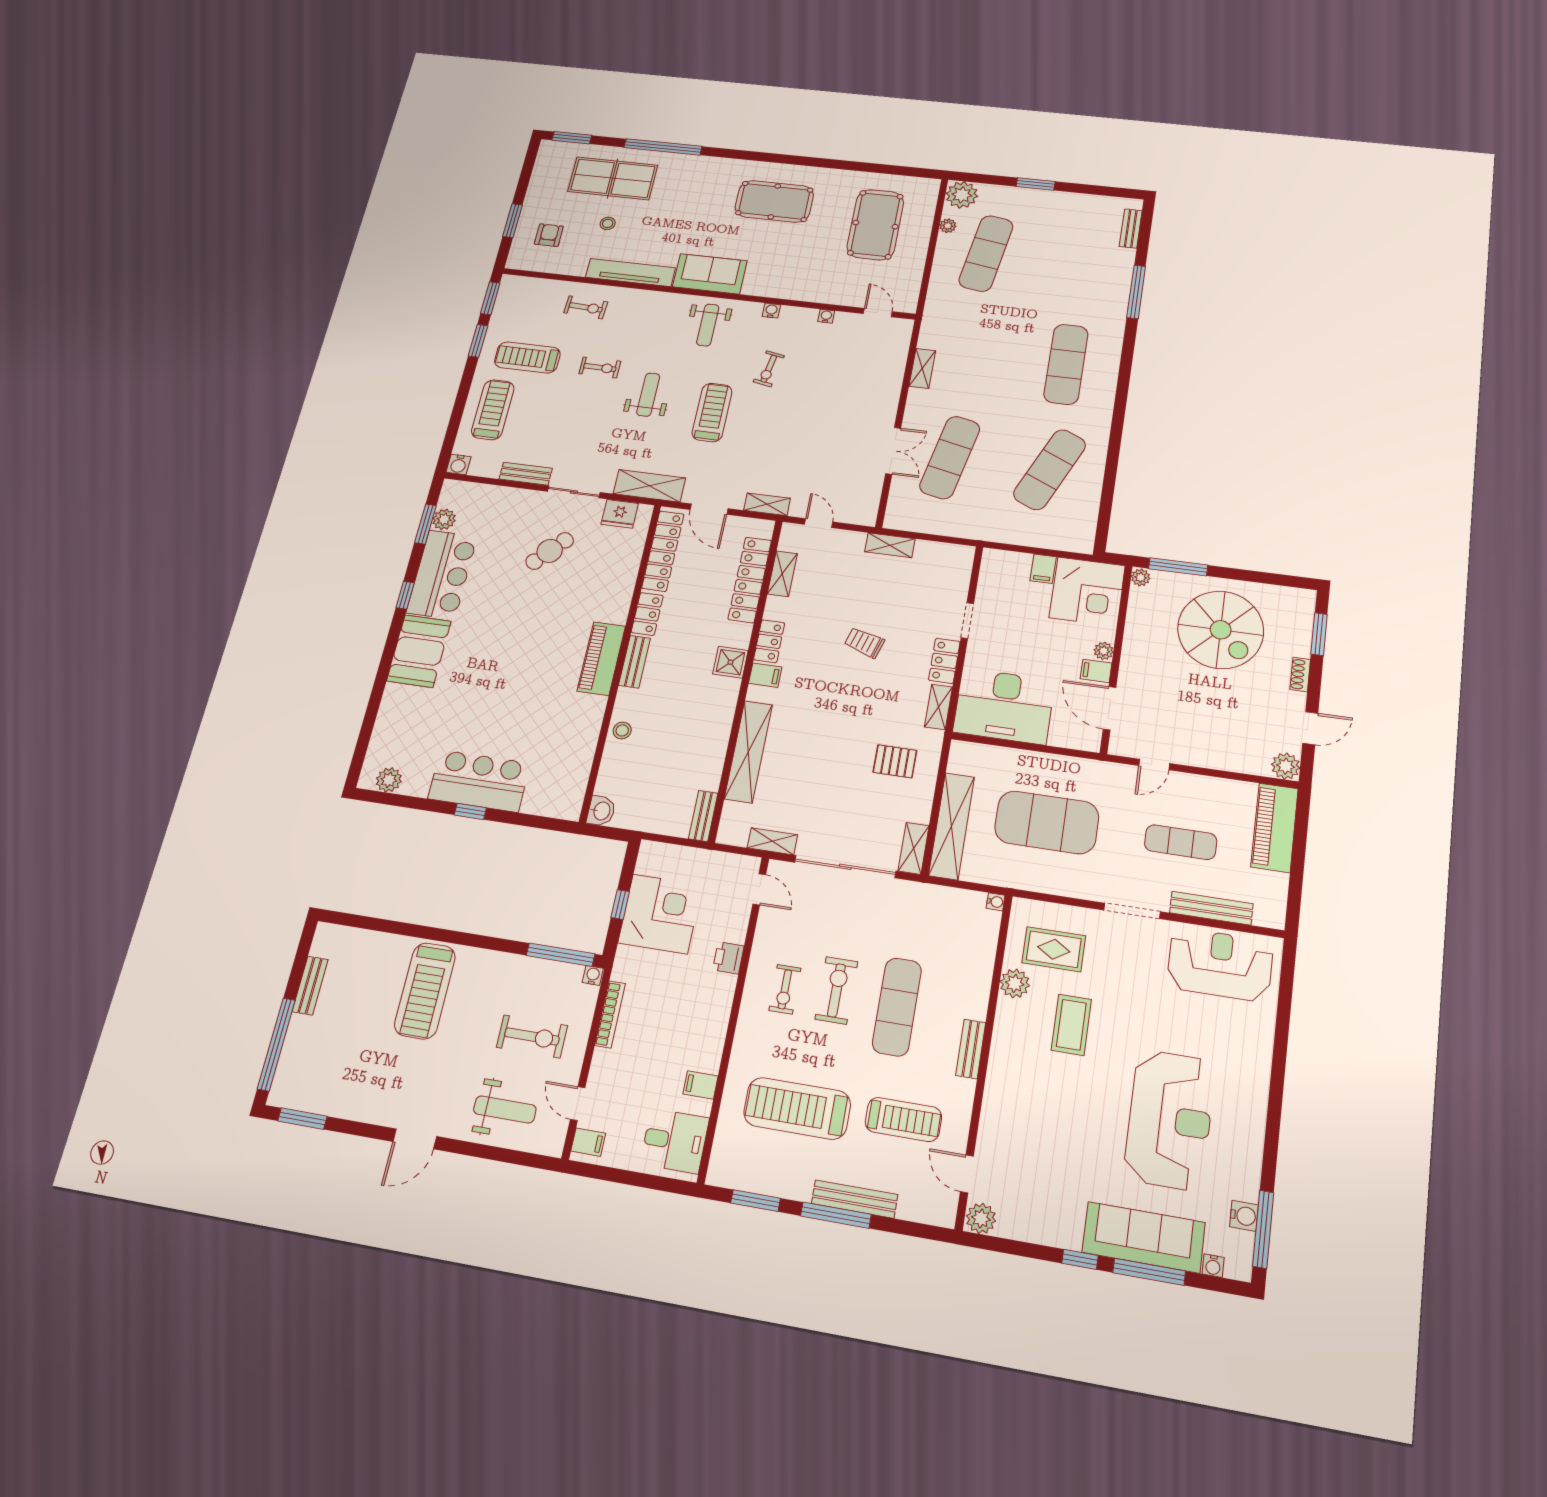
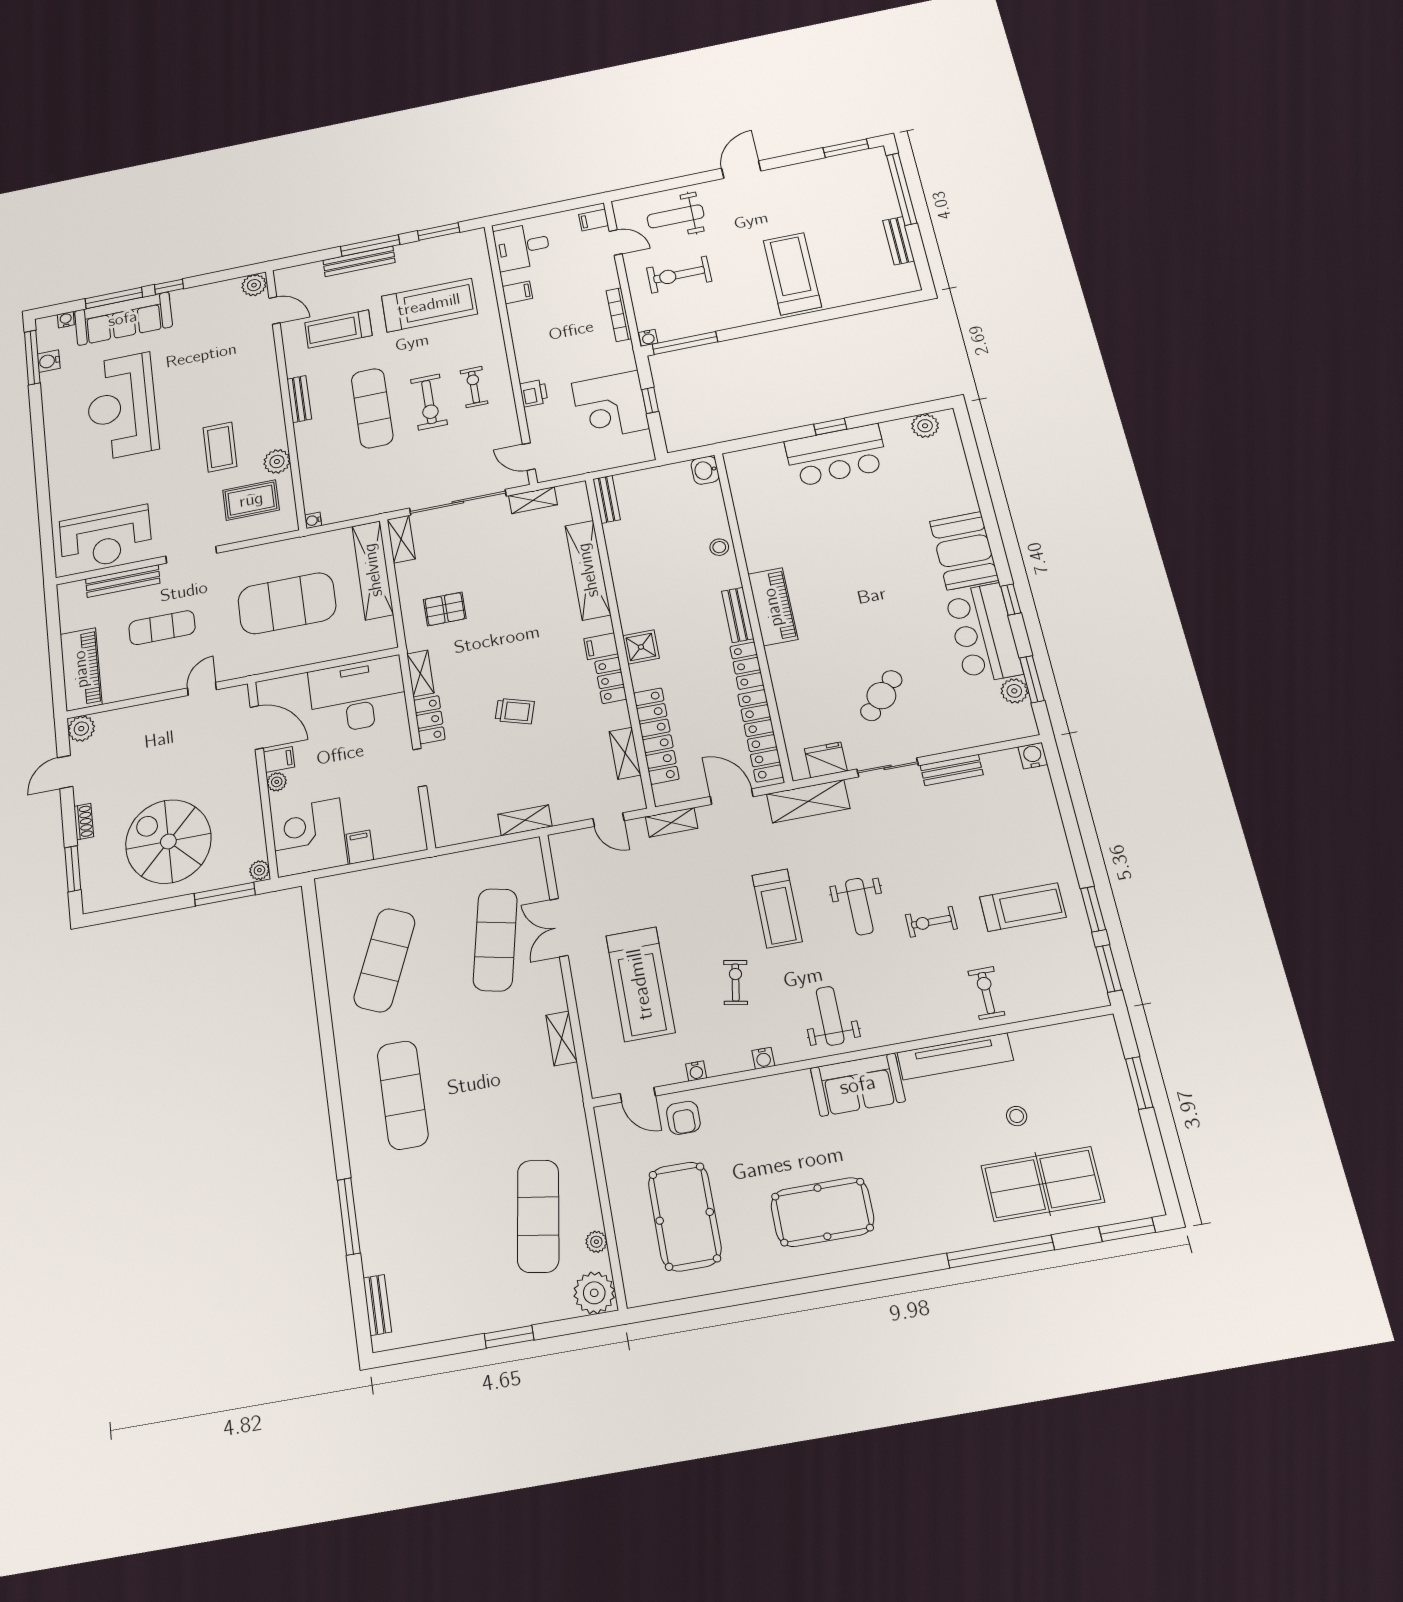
armchair: (549, 235) -> (683, 1118), moved
exercise bike: (586, 307) -> (986, 993), turned 87
treadmill: (493, 410) -> (640, 984), moved, width x1.37, depth x1.38

